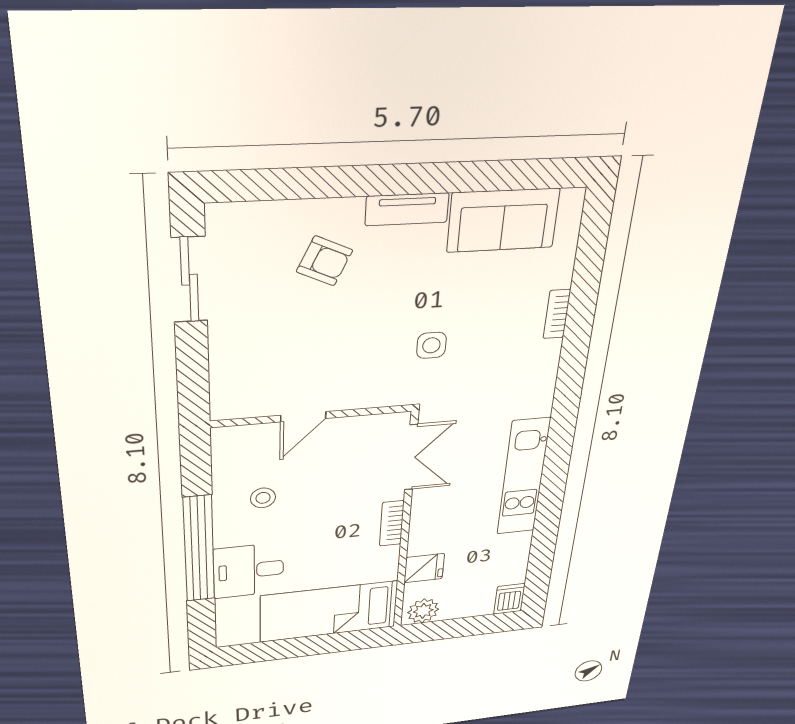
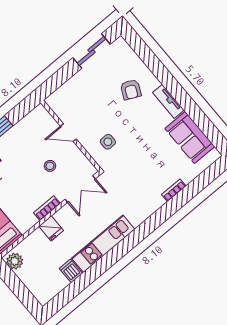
side table: (431, 345) -> (108, 142), moved
stool: (263, 498) -> (50, 166), moved
fridge: (424, 568) -> (51, 228), moved
dishwasher: (509, 599) -> (71, 271), moved, turned -90

